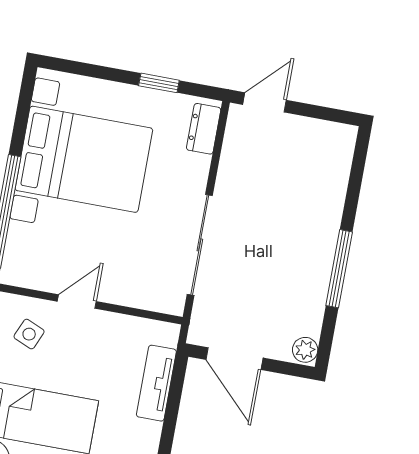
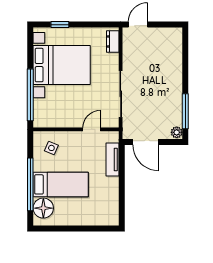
window: (159, 83) -> (60, 25), moved
window: (339, 269) -> (185, 111), moved
door: (77, 301) -> (92, 129), moved

